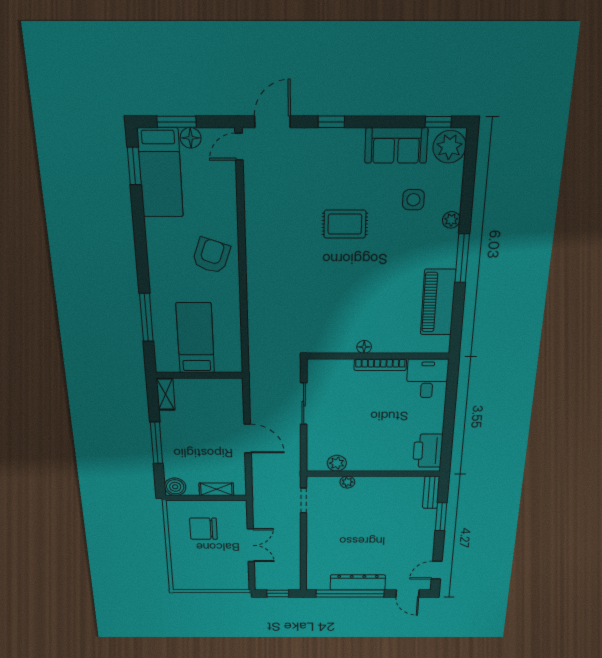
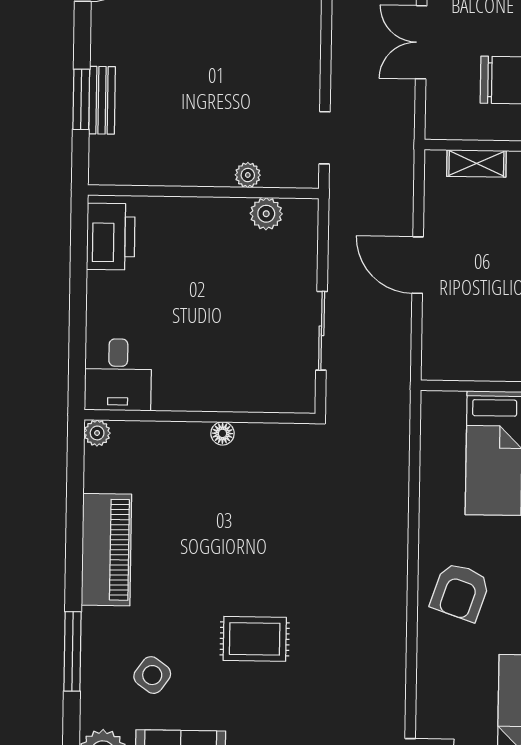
side table: (413, 200) -> (152, 675), turned 36
plant: (451, 220) -> (97, 433), moved
window: (462, 258) -> (73, 651), moved
piano: (438, 302) -> (106, 550), moved
bookcase: (380, 365) -> (196, 401), removed
bench: (431, 492) -> (102, 100), moved

